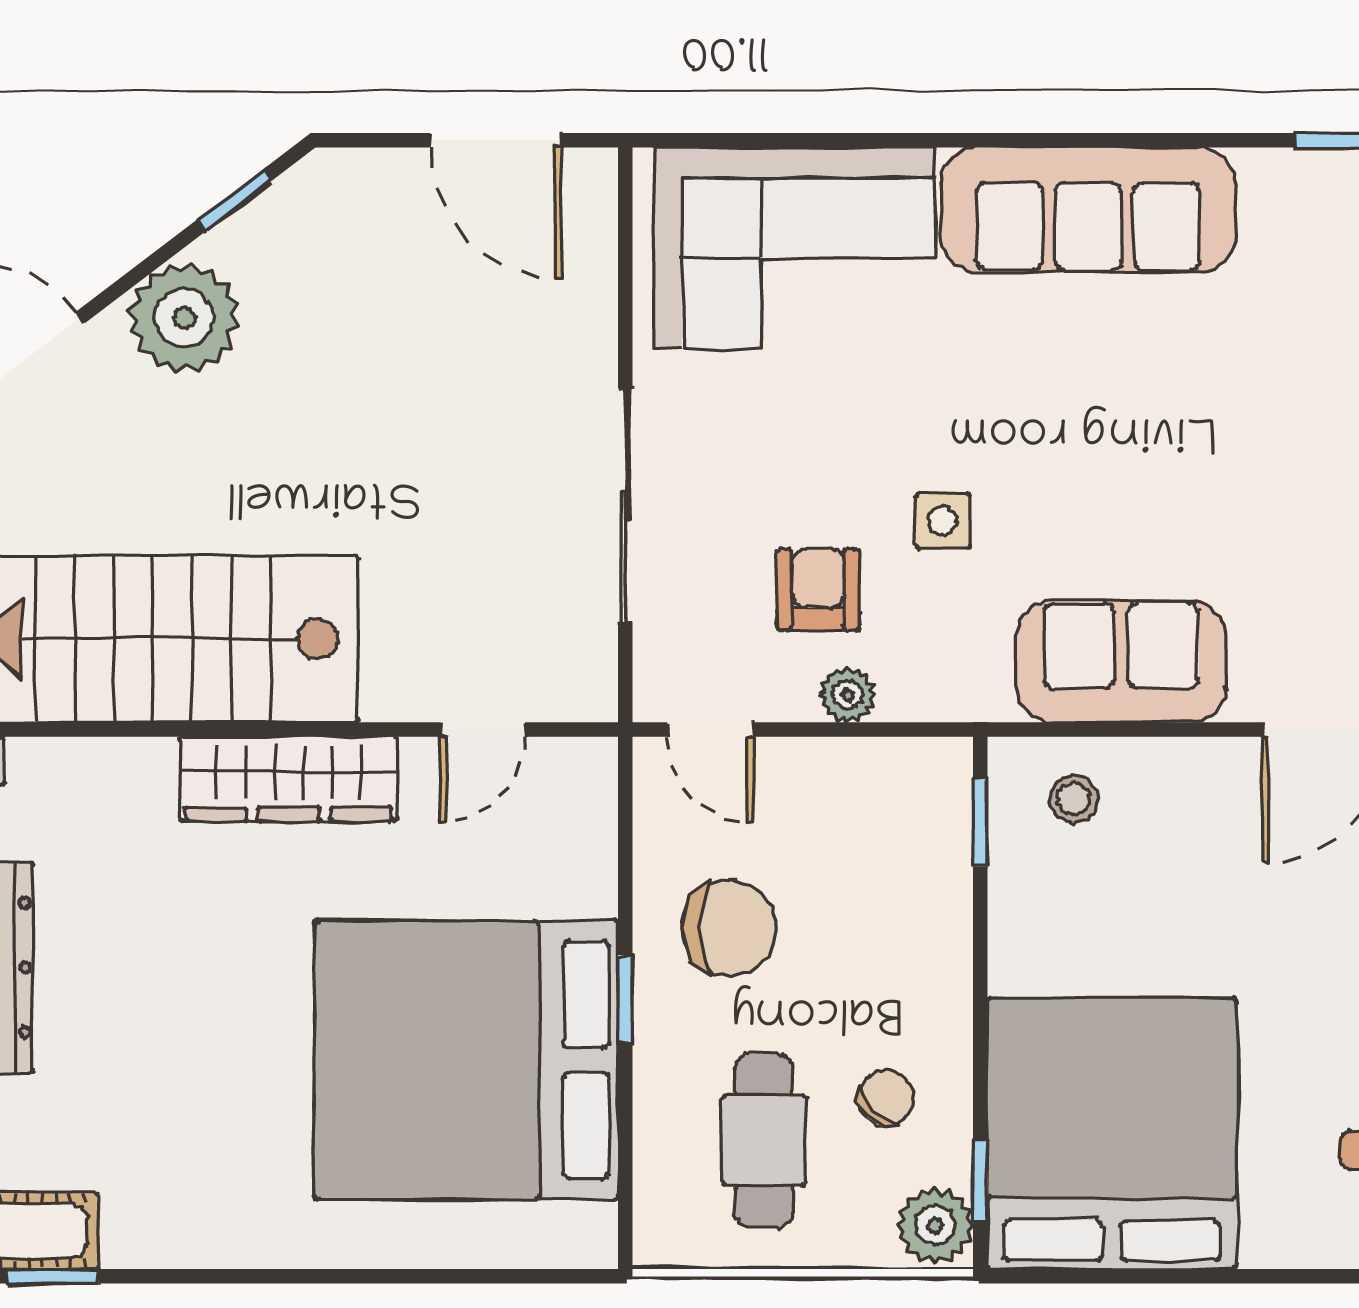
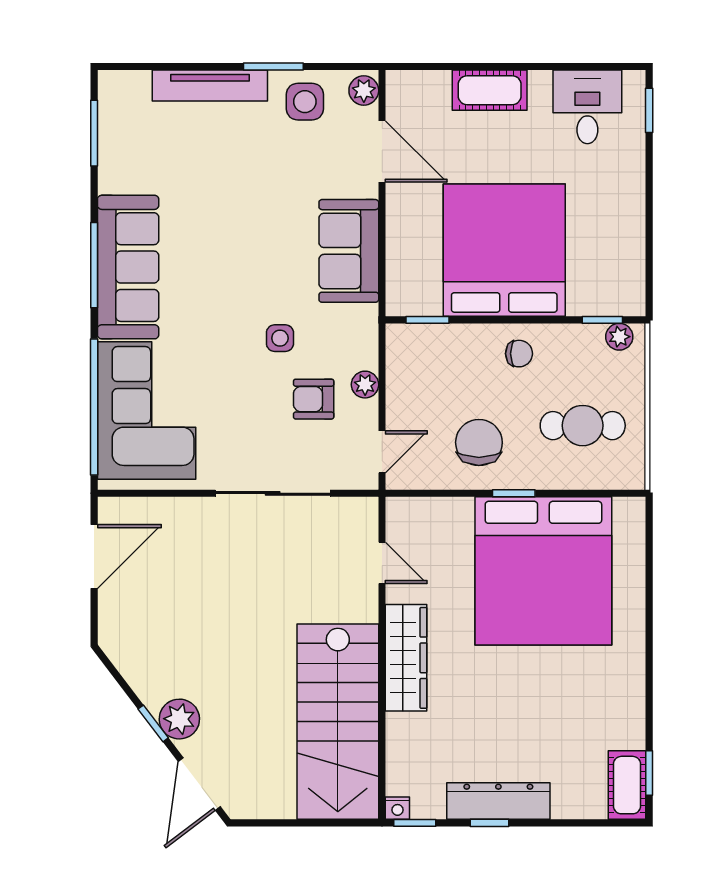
window: (802, 140) -> (94, 407), added
window: (1092, 140) -> (94, 265), added
window: (235, 200) -> (153, 723), moved
plant: (184, 318) -> (179, 719), width x0.73, depth x0.73
stool: (1074, 799) -> (416, 274), removed
chair: (886, 1098) -> (519, 354), moved, turned 136
bed: (1112, 1134) -> (504, 250), moved, turned 90
plant: (935, 1225) -> (619, 337), width x0.73, depth x0.73

